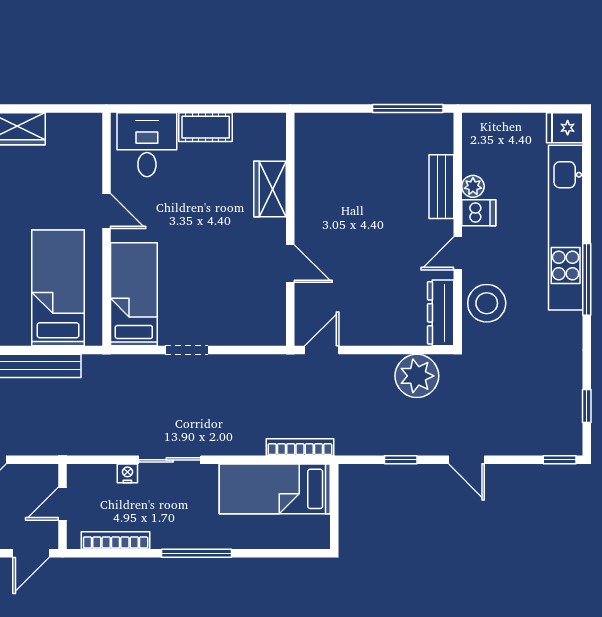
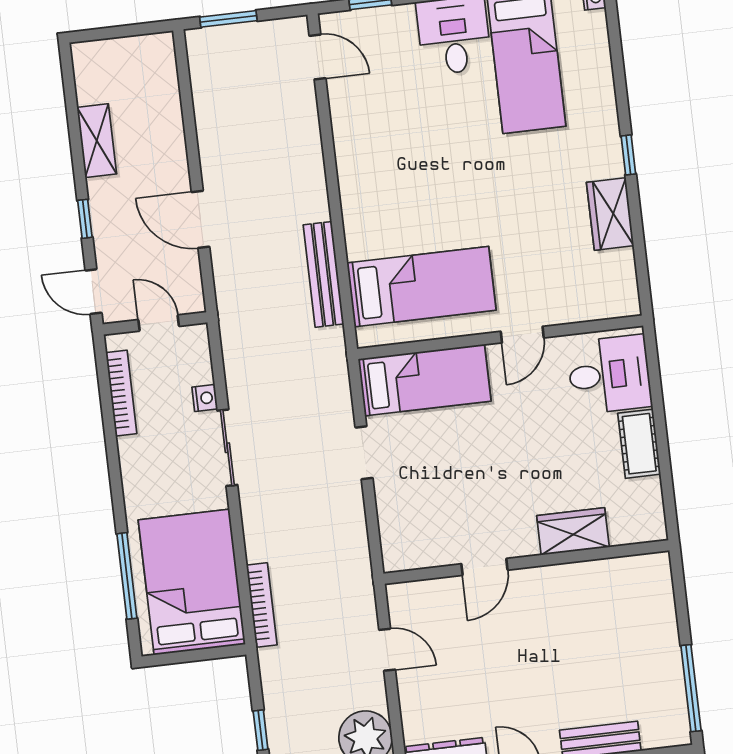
door: (322, 350) -> (387, 650), moved
bed: (275, 489) -> (192, 582), width x1.50
window: (196, 553) -> (127, 576), moved

